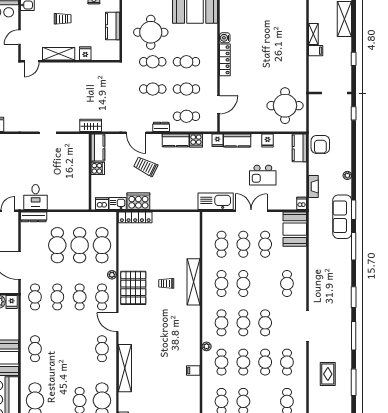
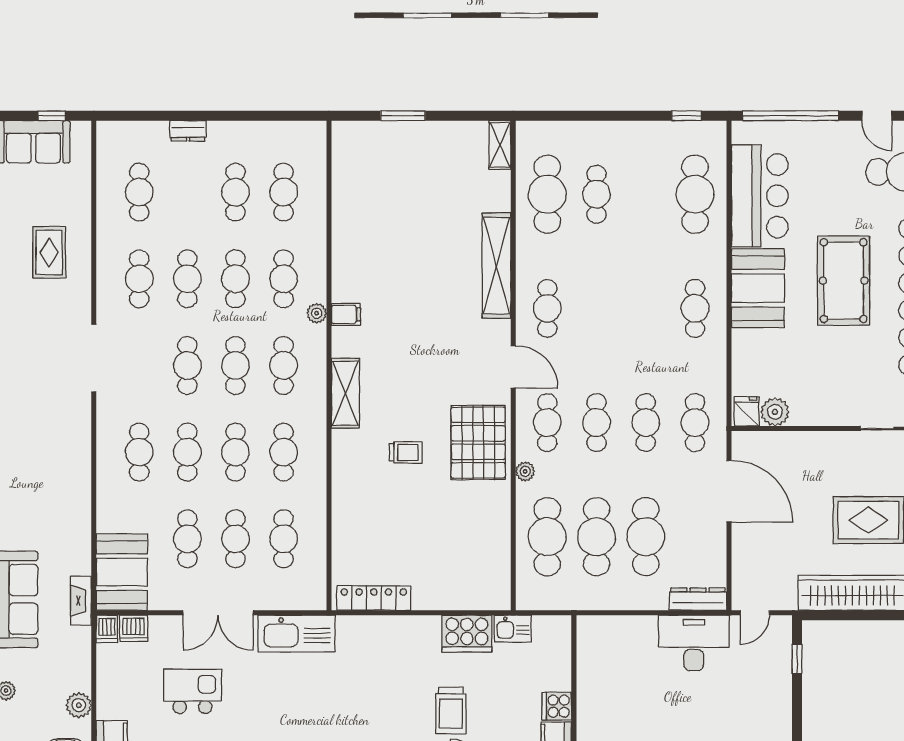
trolley: (146, 166) -> (451, 710), turned 64
plant: (314, 169) -> (79, 705), added
fireplace: (313, 187) -> (81, 601), moved
desk: (36, 197) -> (694, 643), width x1.37
dishwasher: (102, 204) -> (133, 628), moved
locker: (135, 217) -> (374, 598), moved
shelving: (193, 282) -> (345, 393), moved, width x0.68
cafe table: (265, 284) -> (187, 452), added
filing cabinet: (193, 371) -> (346, 314), moved

